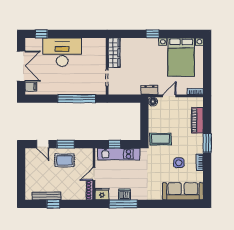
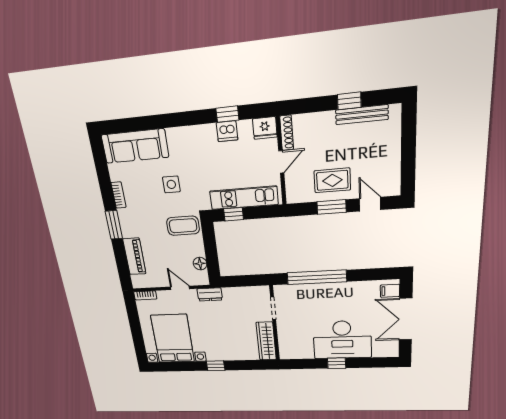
window: (41, 34) -> (337, 363), moved
door: (169, 96) -> (180, 288), swing flipped
floor lamp: (153, 102) -> (200, 264), moved
window: (115, 144) -> (234, 214), moved
side table: (179, 163) -> (171, 184), moved
window: (123, 204) -> (227, 114), width x0.46

